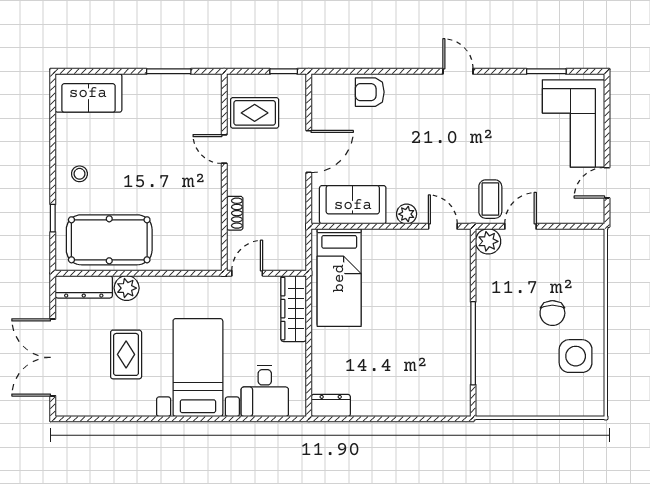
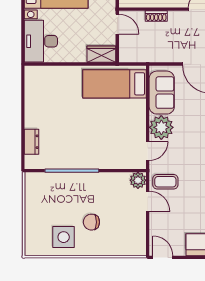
door: (607, 183) -> (163, 257), moved
plant: (407, 214) -> (161, 127), width x1.88, depth x1.88
wardrobe: (294, 309) -> (101, 54), width x0.67
desk: (265, 391) -> (41, 41), width x1.37
dresser: (331, 405) -> (32, 142), moved

